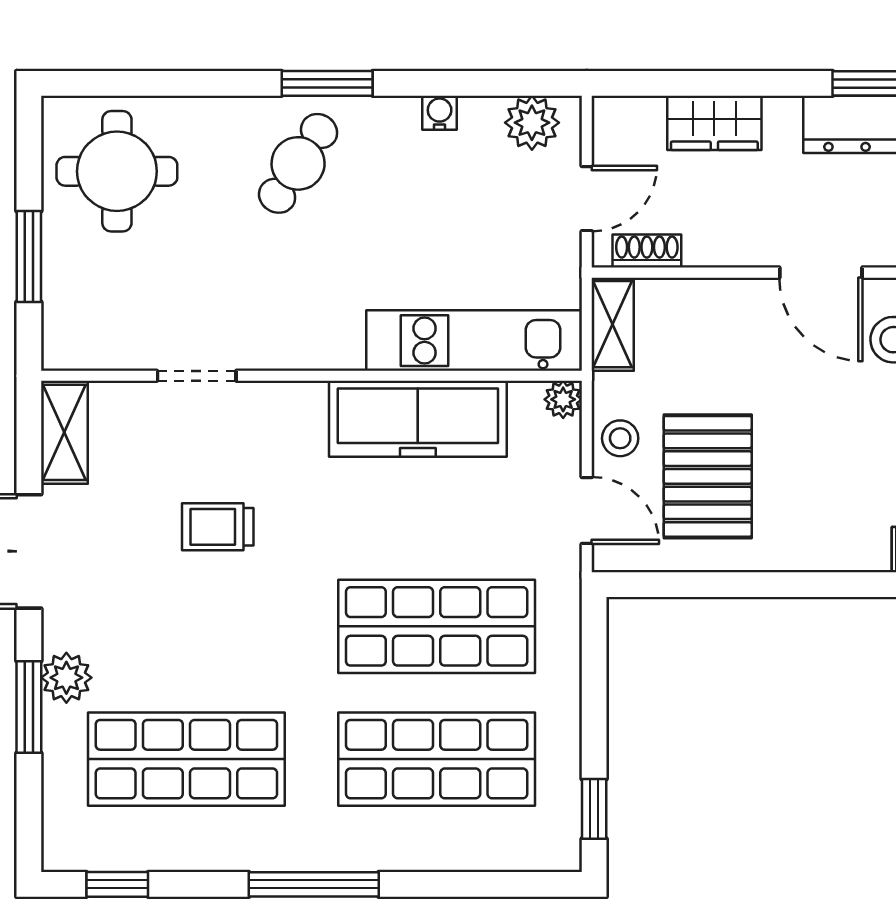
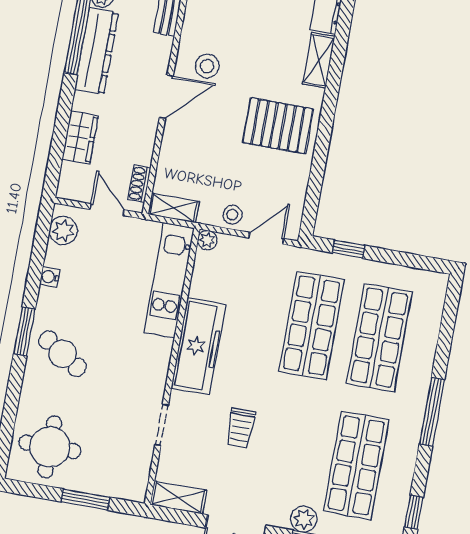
freezer: (418, 419) -> (198, 346), moved
pallet: (708, 476) -> (278, 126), moved
window: (594, 809) -> (348, 249), moved

